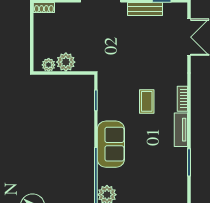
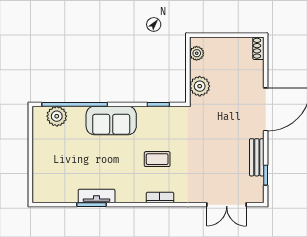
plant: (66, 62) -> (200, 86), moved
tv unit: (181, 130) -> (97, 196), moved

